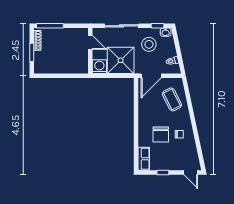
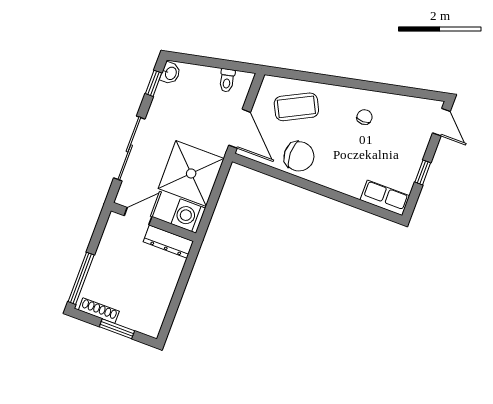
stool: (149, 44) -> (181, 111), removed
dresser: (83, 62) -> (168, 242), added
chair: (161, 134) -> (299, 156), moved
door: (191, 173) -> (441, 122), hinge flipped

